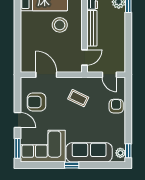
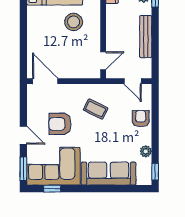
bench: (92, 28) -> (146, 37), moved
door: (46, 75) -> (45, 81), moved
armchair: (37, 102) -> (60, 124), moved
plant: (120, 153) -> (146, 151), moved
window: (72, 165) -> (52, 189), moved

